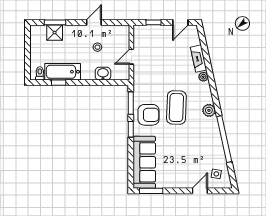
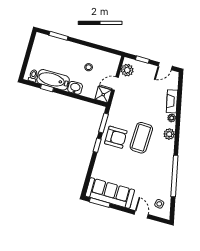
door: (94, 22) -> (92, 45), removed
shower: (55, 33) -> (103, 95), moved
plant: (140, 38) -> (127, 70), added
washbasin: (103, 74) -> (75, 88), moved
plant: (209, 110) -> (169, 134), moved
sofa: (144, 162) -> (110, 193), moved, turned -90
door: (200, 191) -> (141, 214), hinge flipped

